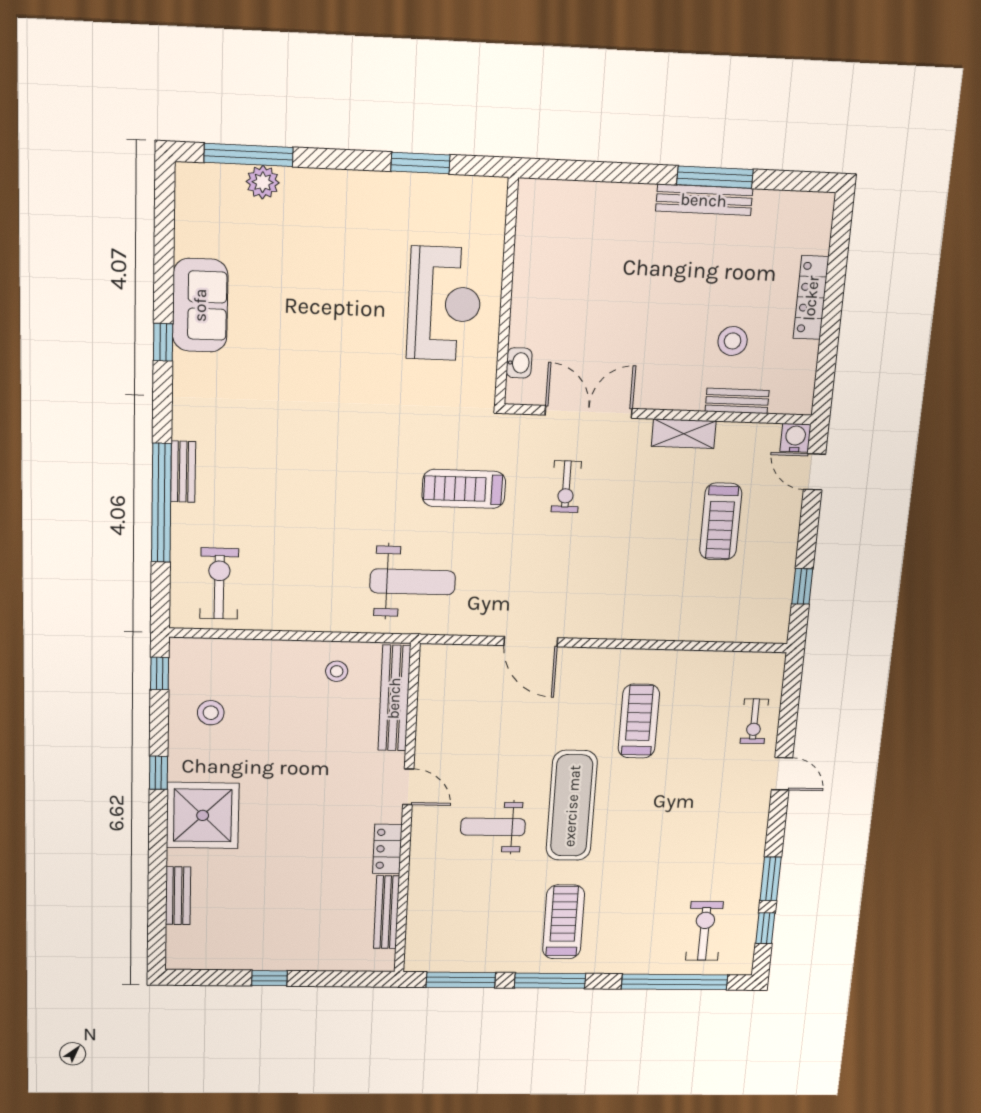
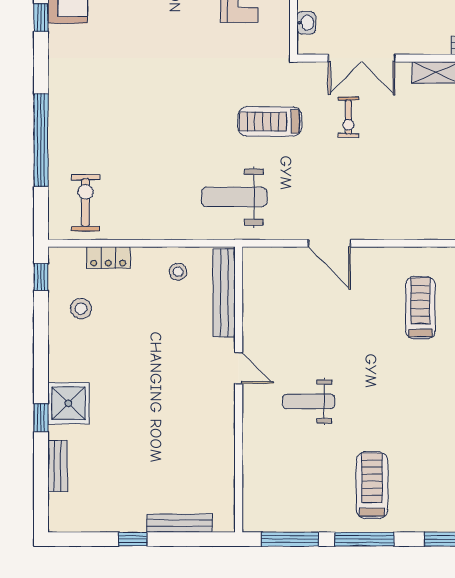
double door: (589, 412) -> (362, 58), swing flipped
bench: (183, 472) -> (57, 115), removed
weight bench: (413, 582) -> (234, 197), turned 180
window: (158, 773) -> (41, 418), moved
exercise mat: (572, 806) -> (371, 382), removed
shower: (203, 815) -> (68, 403), width x0.73, depth x0.73
locker: (387, 849) -> (108, 258), moved, turned -90
bench: (387, 912) -> (179, 523), moved, turned 90

